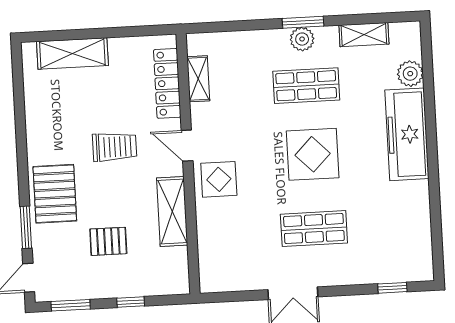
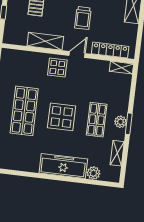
shelving: (198, 79) -> (122, 68), moved
shop shelf: (314, 229) -> (24, 111), width x1.43, depth x1.36

